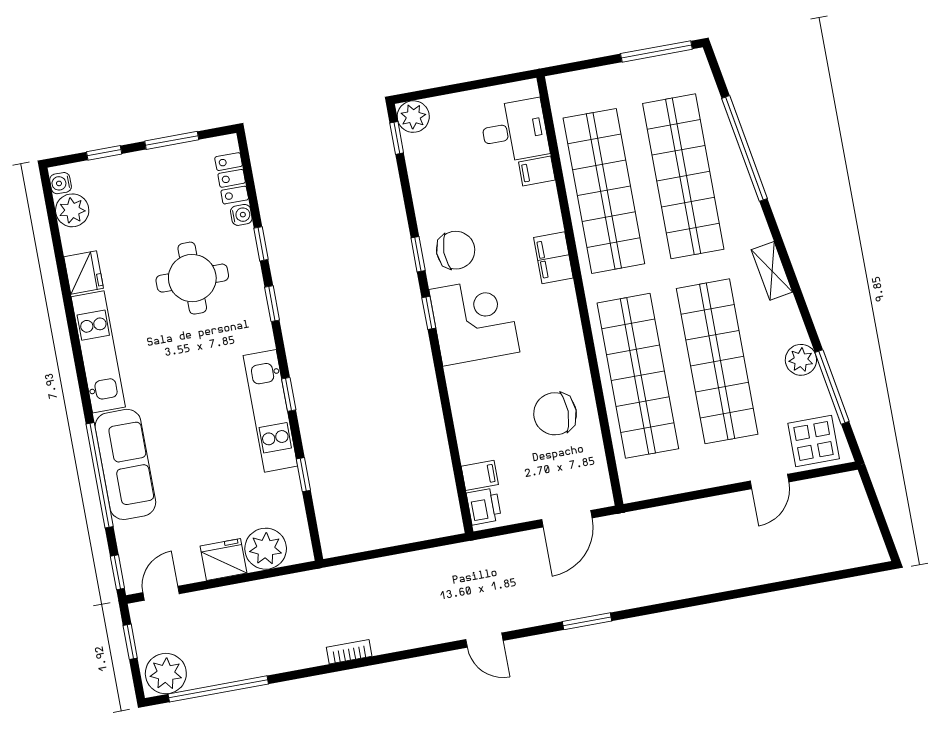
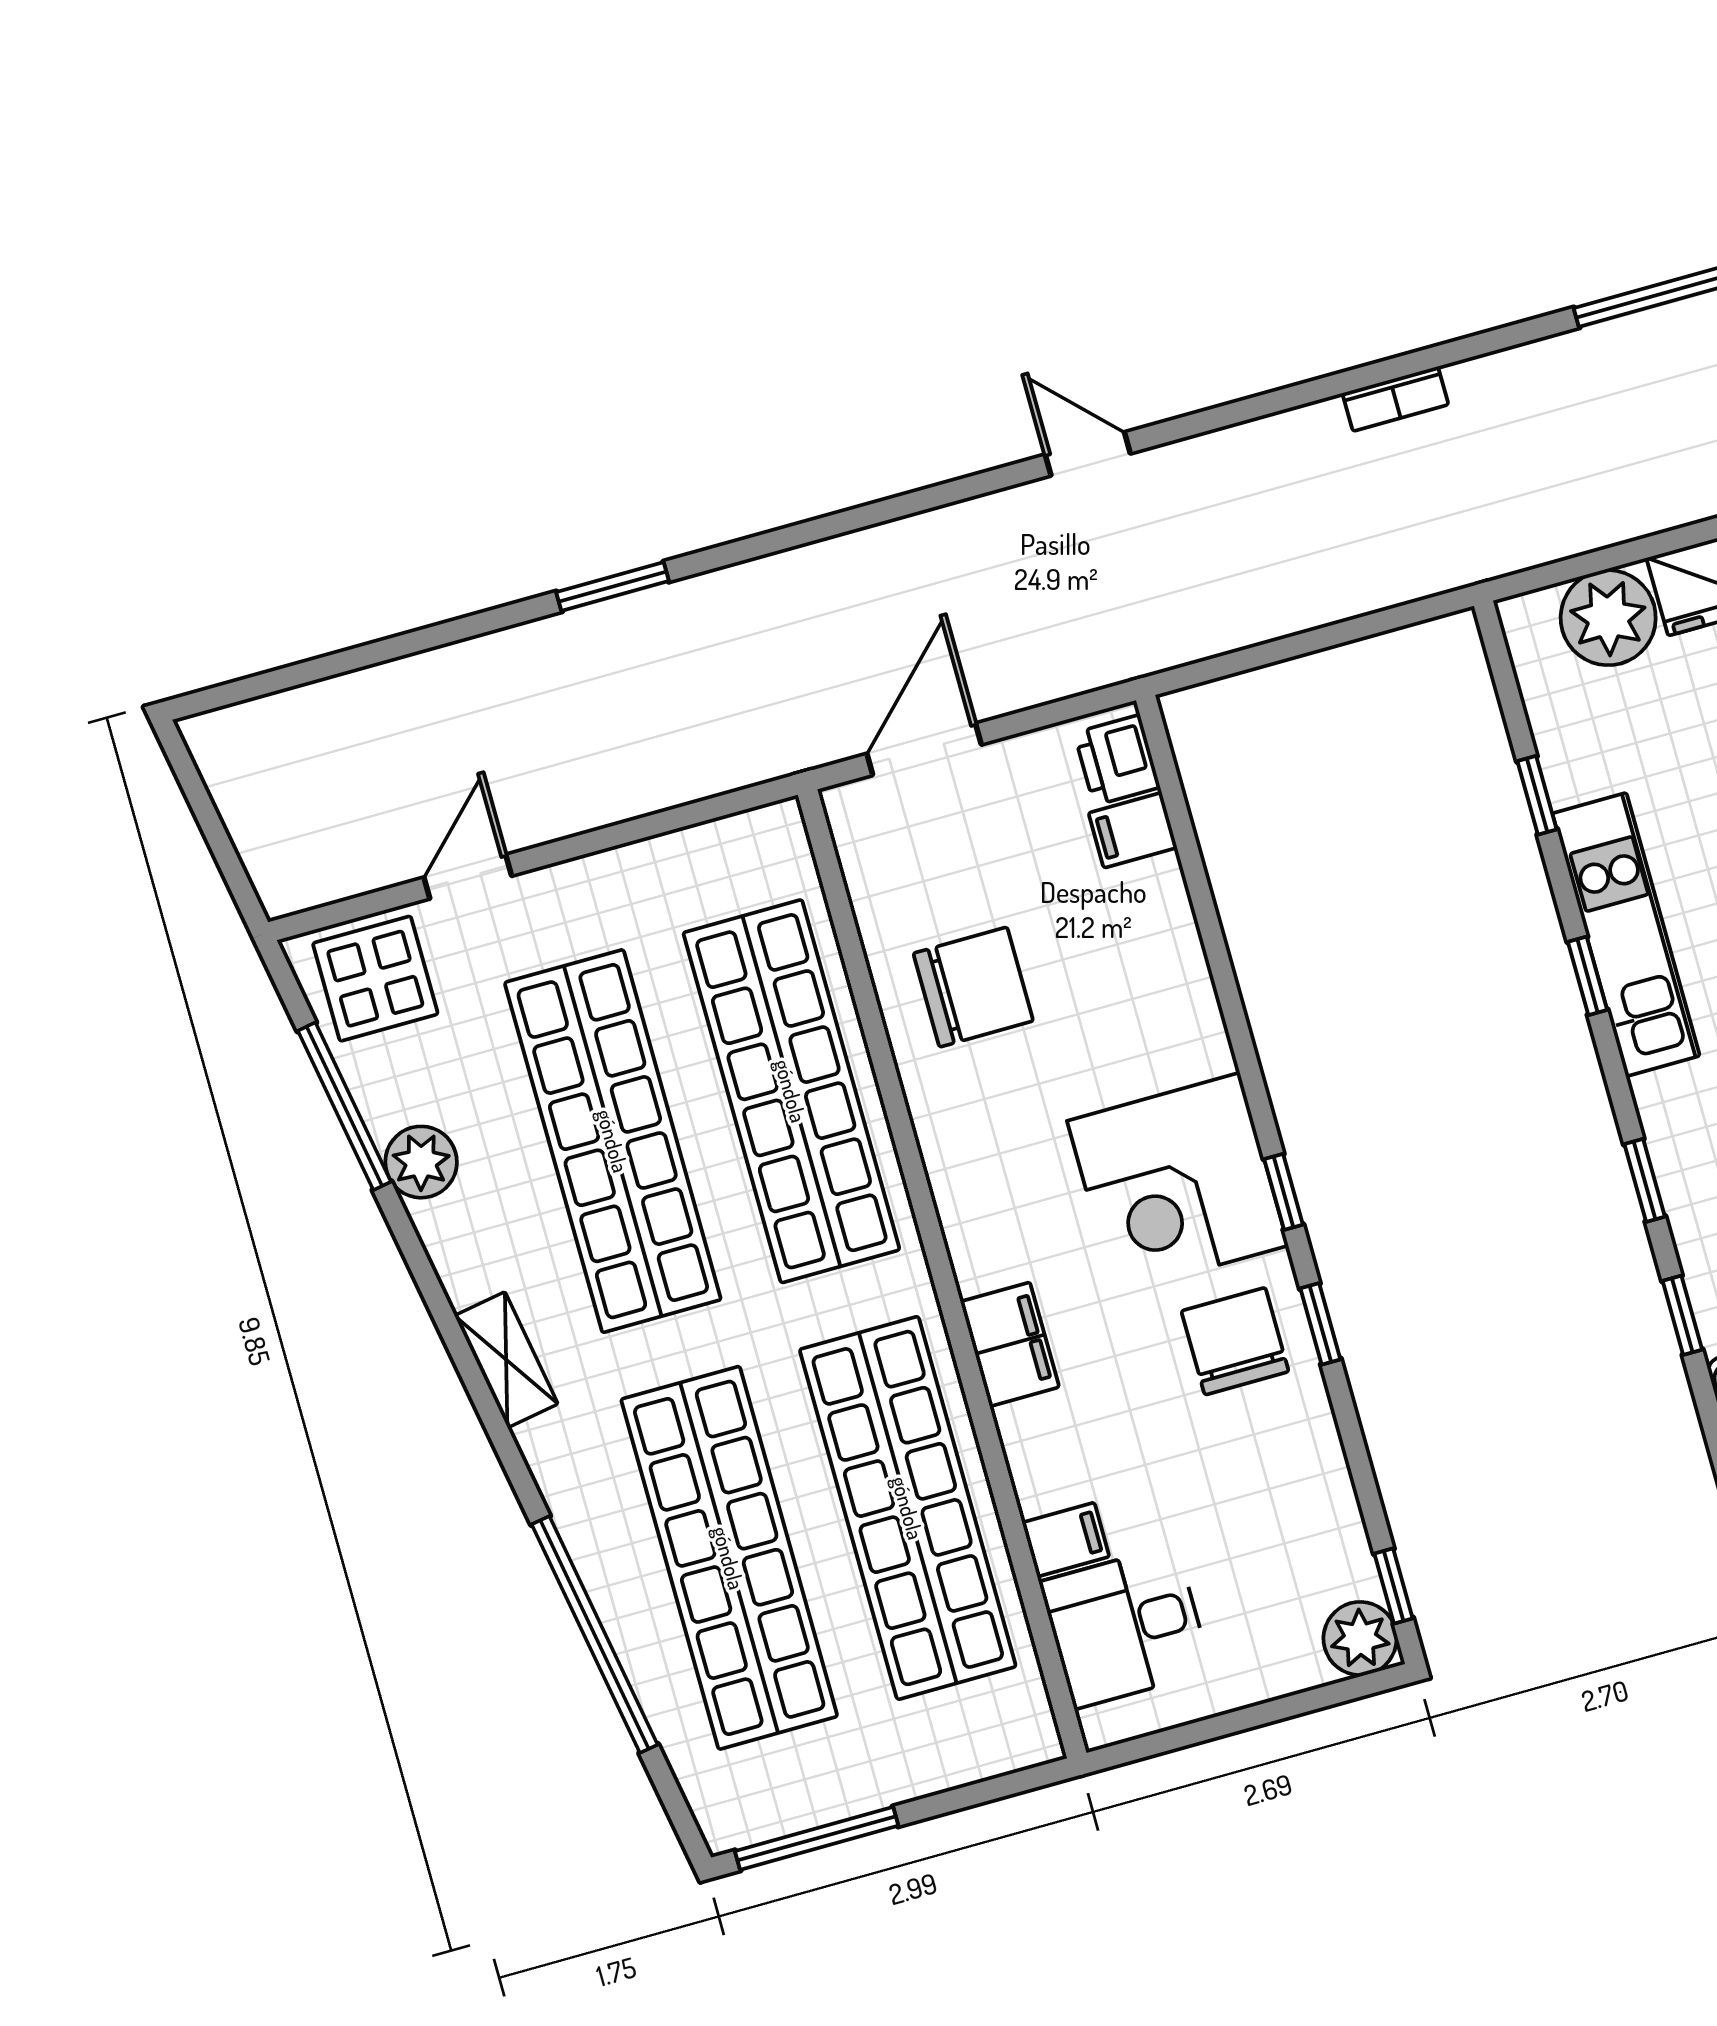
chair: (456, 250) -> (1235, 1341), turned 90
window: (587, 621) -> (613, 587), moved

